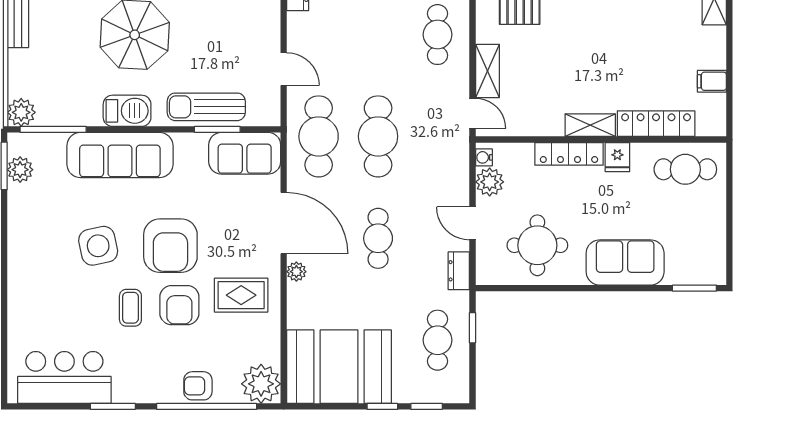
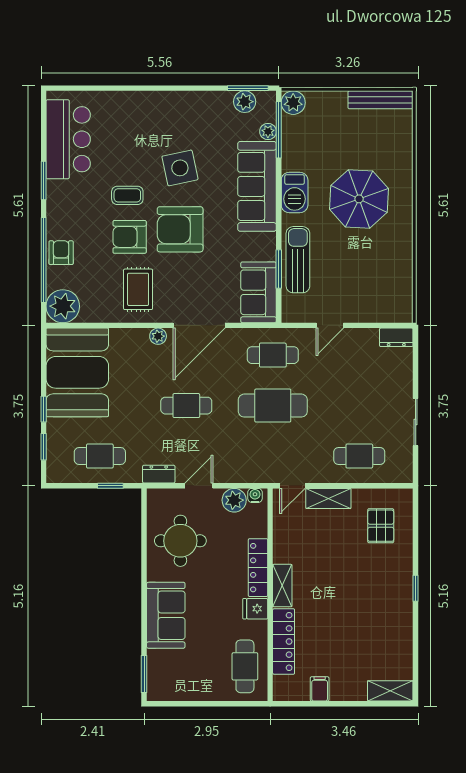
cafe table: (319, 136) -> (273, 355), width x0.73, depth x0.74
plant: (55, 142) -> (268, 131), added

